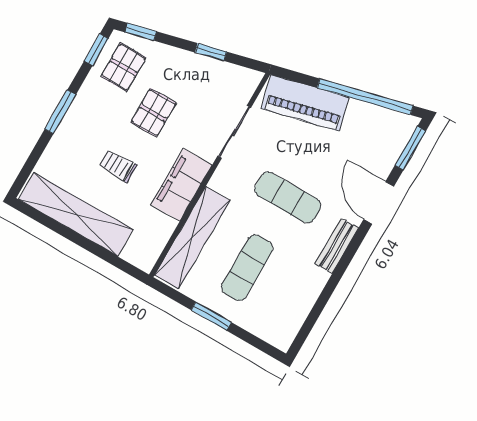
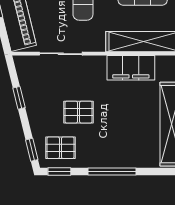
window: (60, 112) -> (112, 171), width x1.44
trolley: (118, 166) -> (125, 115), removed
filing cabinet: (182, 185) -> (131, 68), moved

